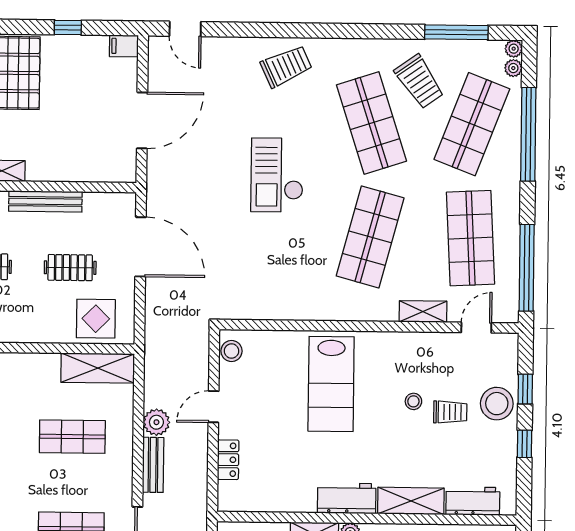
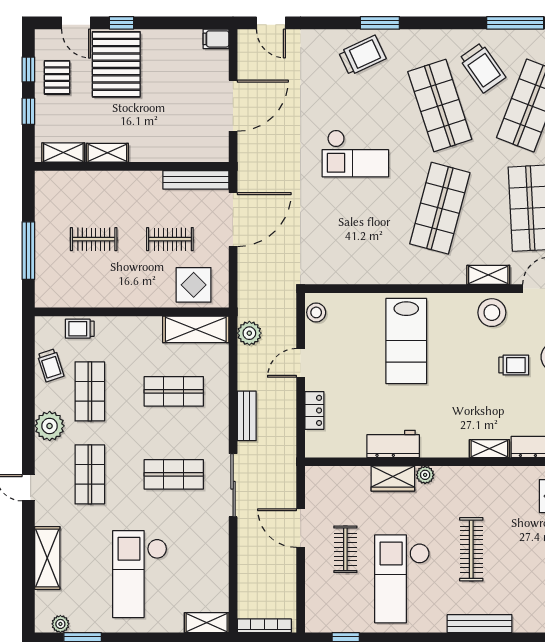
window: (68, 28) -> (122, 23), moved
window: (306, 30) -> (380, 23), added
checkout: (277, 175) -> (355, 153), turned -90
bench: (45, 201) -> (196, 180), moved
door: (141, 247) -> (233, 220), hinge flipped
stool: (413, 401) -> (492, 313), moved, width x1.89, depth x1.89
plant: (156, 422) -> (249, 333), moved
workbench: (347, 498) -> (393, 444), moved
shelving: (411, 501) -> (489, 449), width x0.67, depth x0.75

